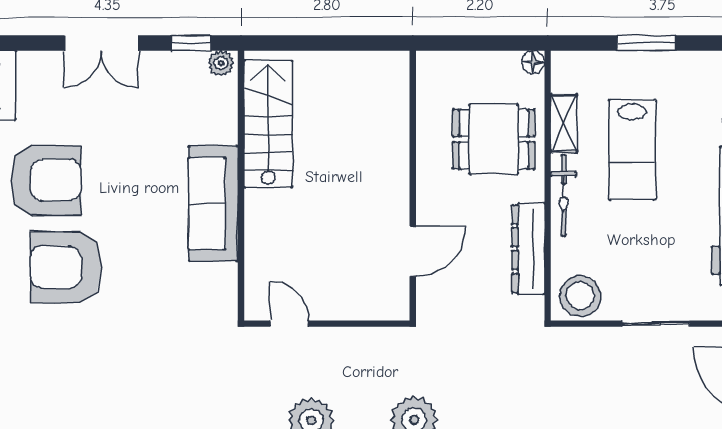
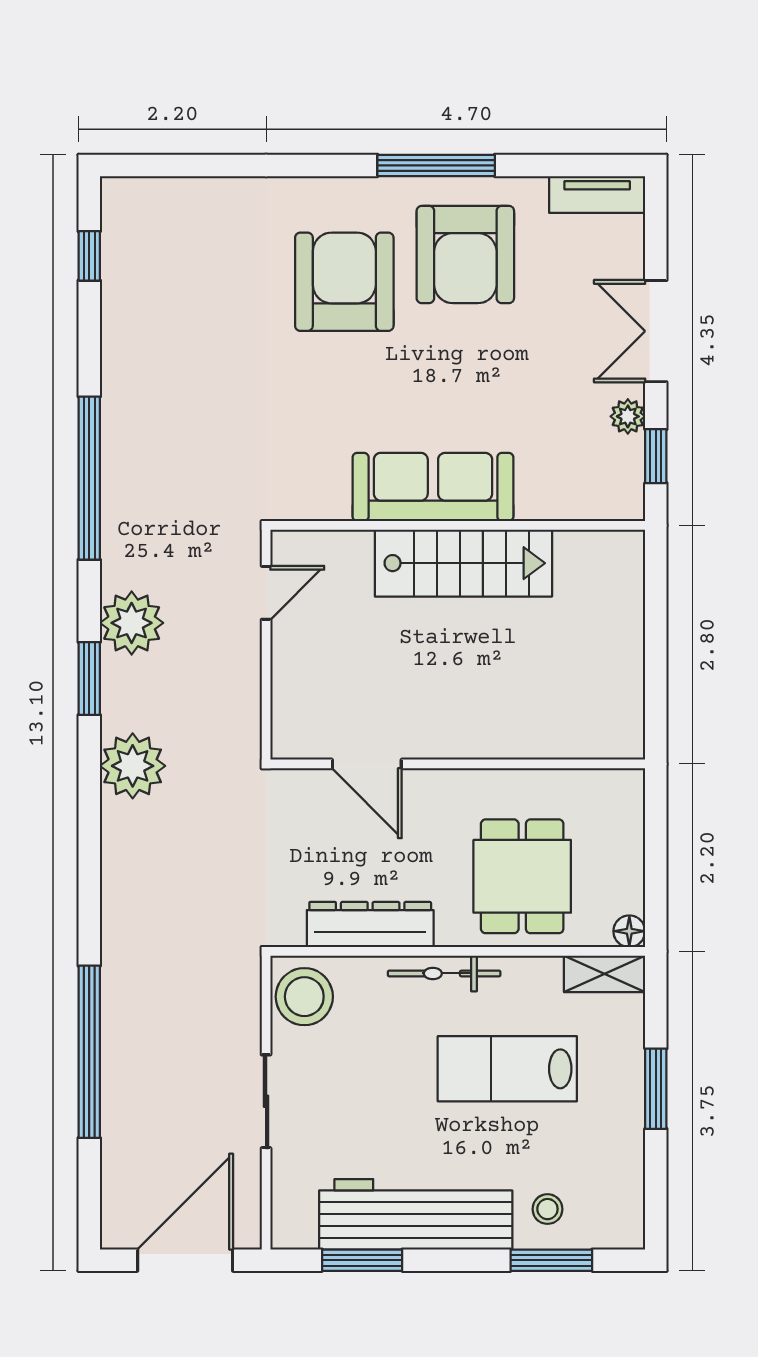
plant: (221, 63) -> (628, 416), moved
shelving: (564, 123) -> (605, 974), moved
stairs: (268, 124) -> (463, 563), moved

